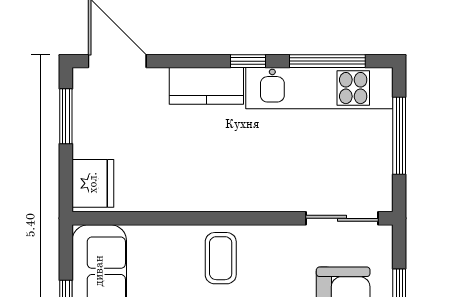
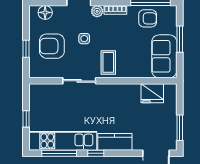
window: (399, 136) -> (26, 119), width x0.46
fridge: (93, 183) -> (152, 93), moved, turned -90
sliding door: (342, 218) -> (79, 81), moved

